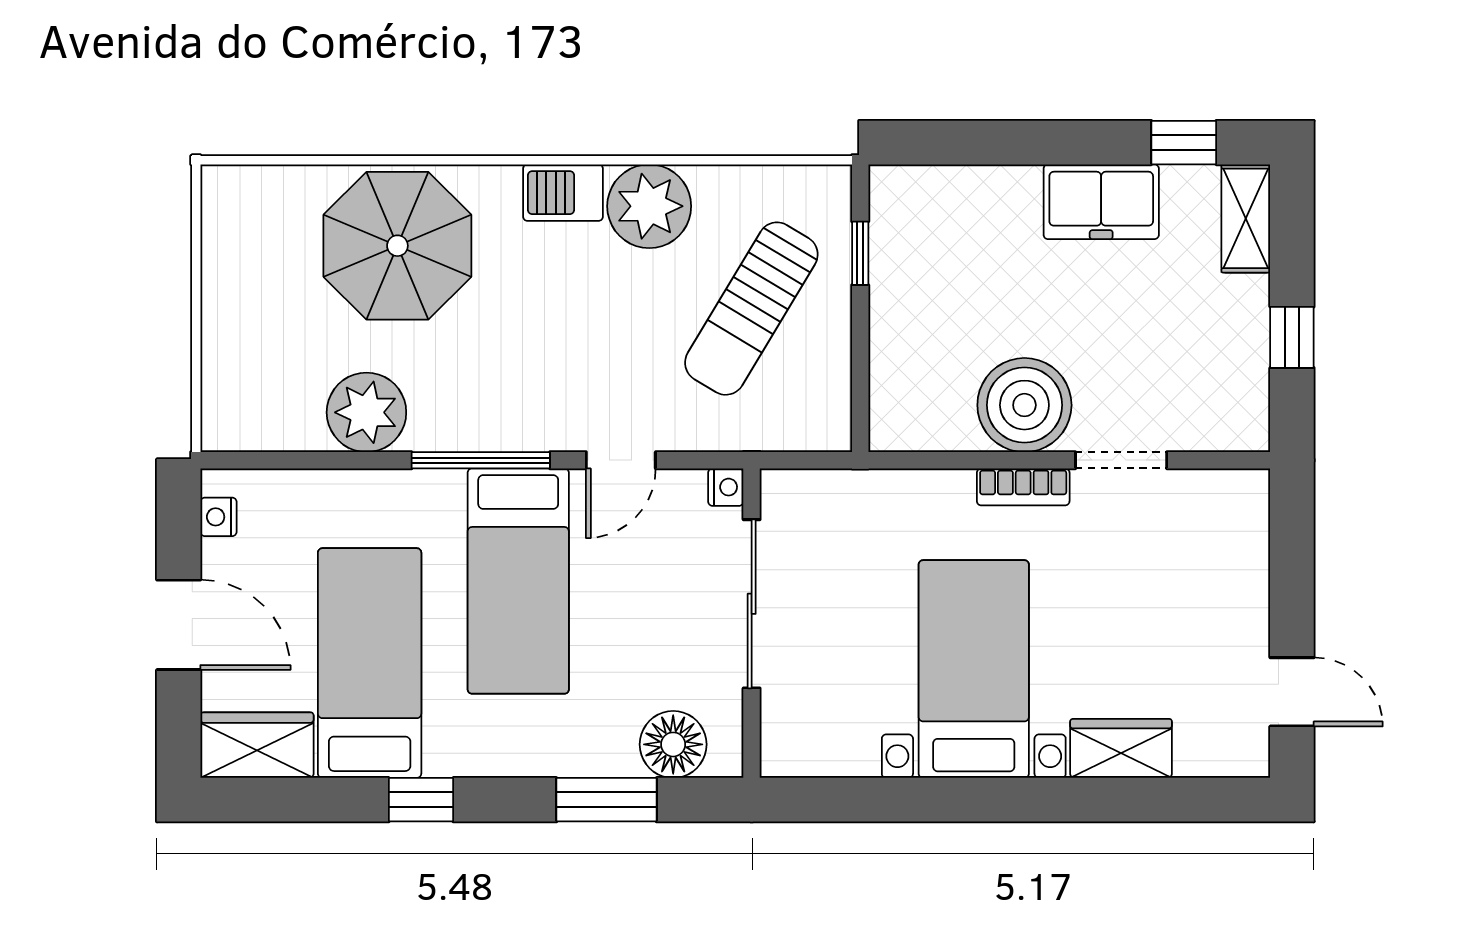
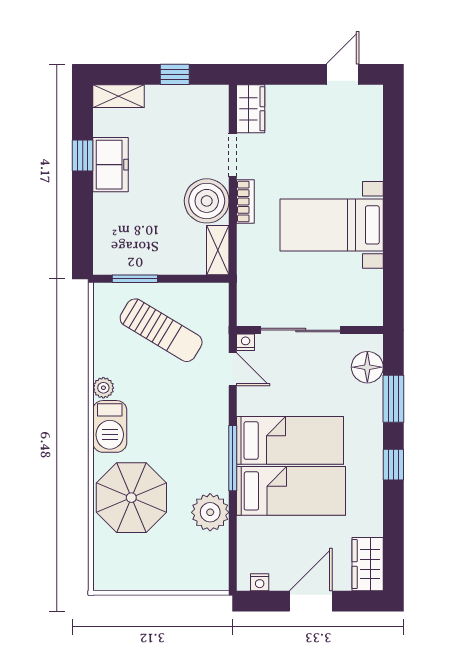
window: (1184, 143) -> (83, 155), moved
barbecue: (563, 193) -> (110, 426), width x1.38, depth x1.27
plant: (649, 206) -> (103, 388), width x0.53, depth x0.53
window: (860, 253) -> (135, 279), width x1.50
shelving: (921, 429) -> (218, 250), added
door: (621, 460) -> (233, 369), moved
bed: (370, 663) -> (291, 491), moved, turned 180
wardrobe: (1121, 748) -> (251, 109), moved, turned 180
window: (421, 800) -> (393, 465), moved

